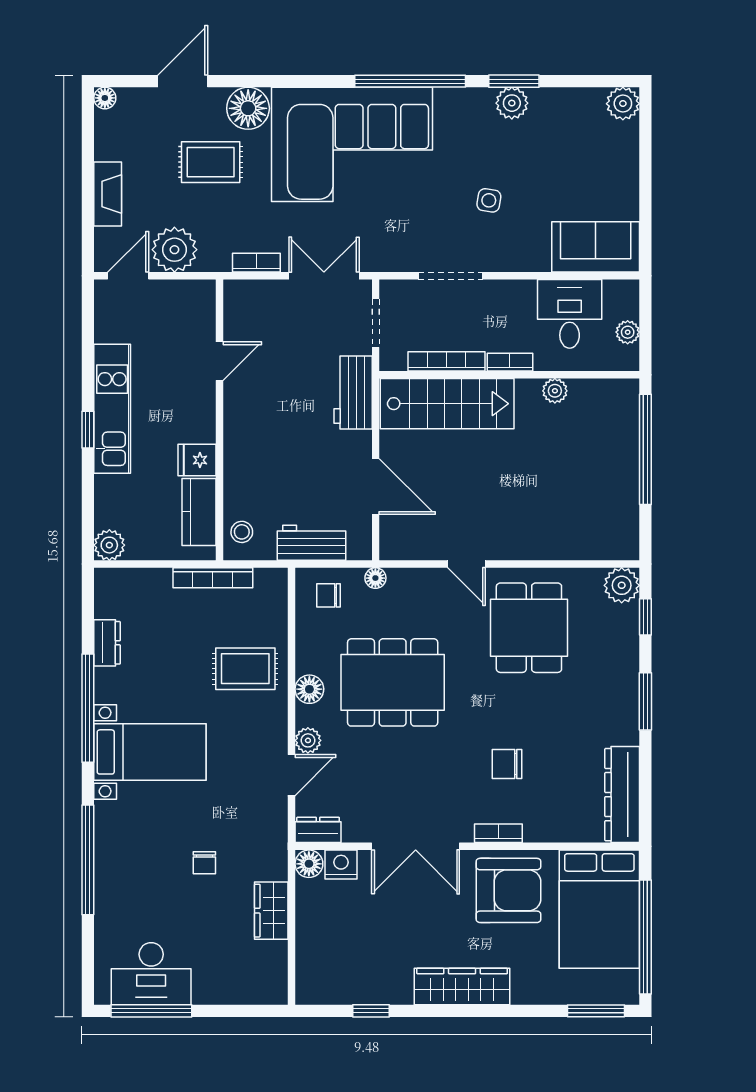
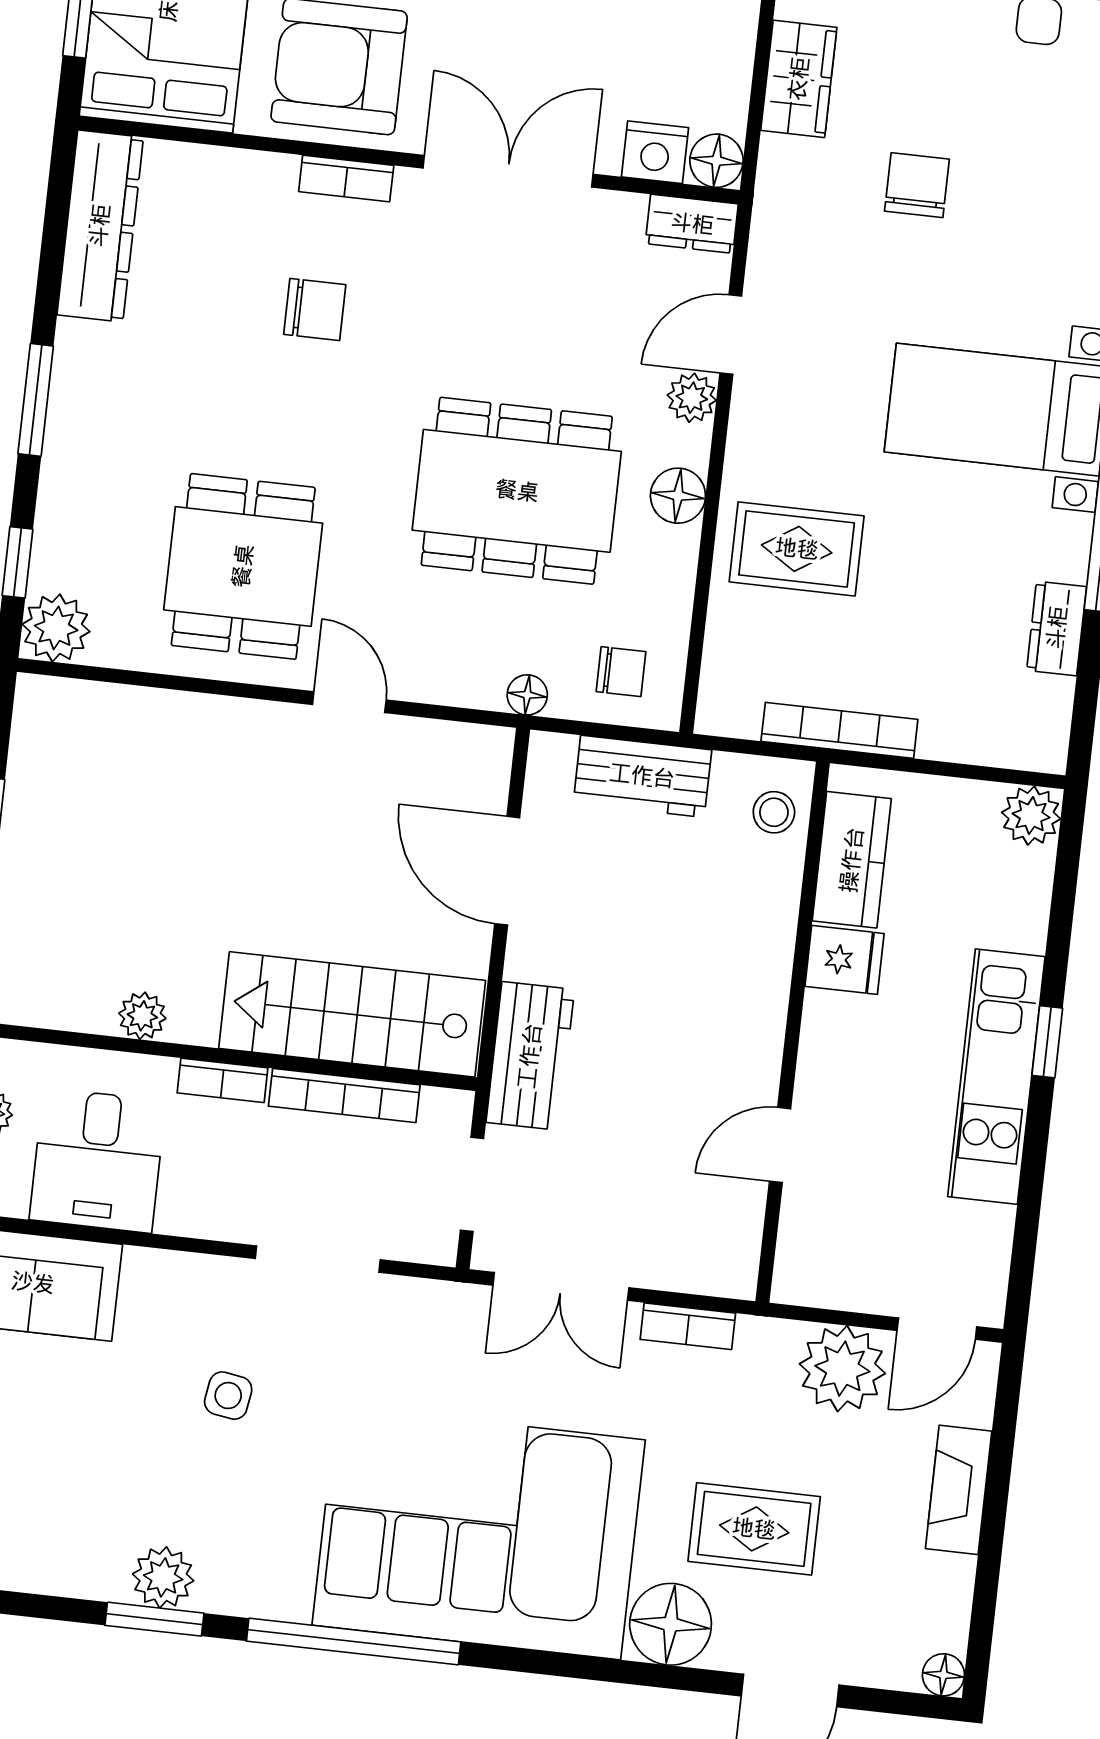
chair: (204, 863) -> (917, 185), width x1.37, depth x1.37

